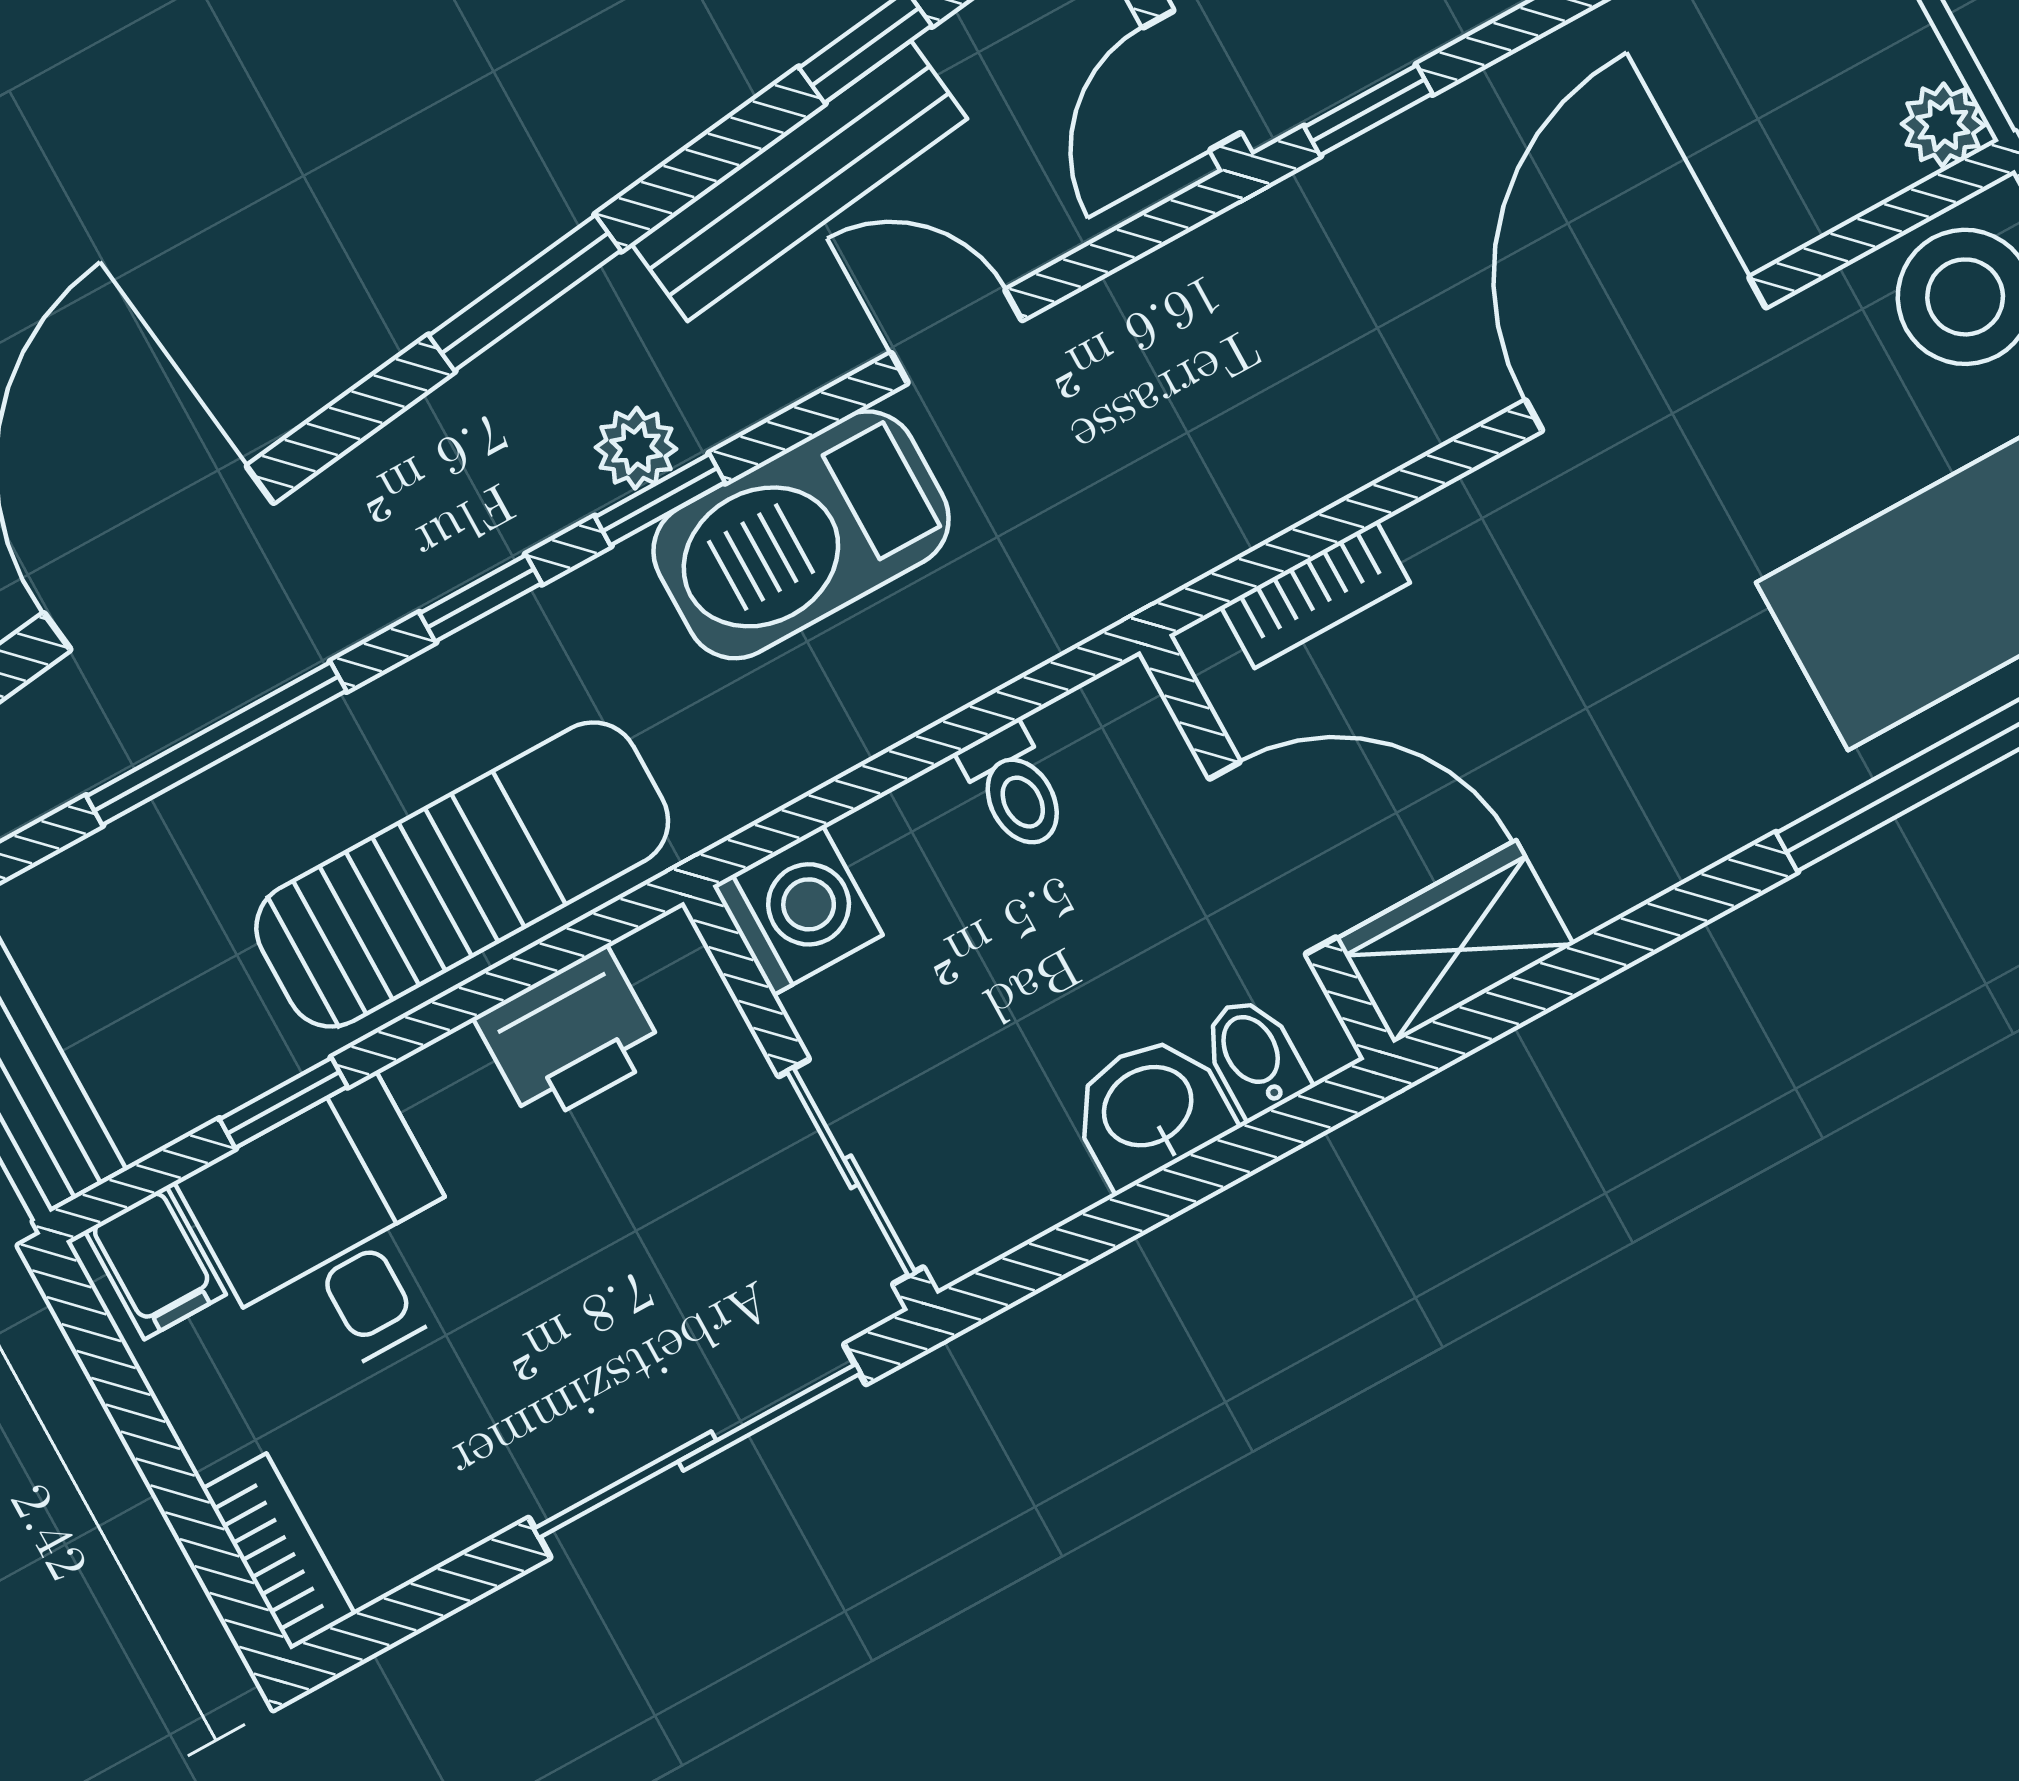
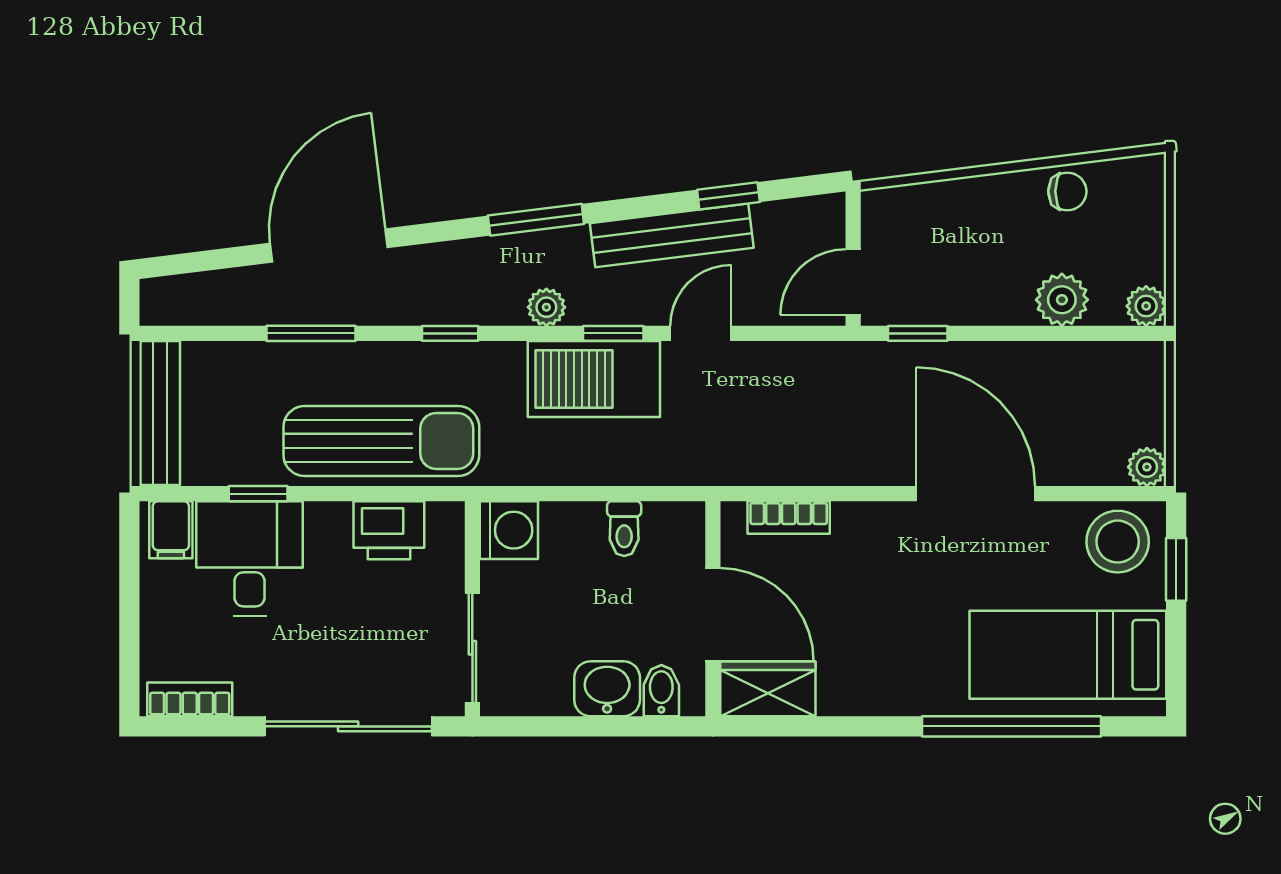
door: (957, 337) -> (701, 333), hinge flipped
door: (1646, 354) -> (976, 494), hinge flipped
window: (660, 500) -> (613, 333), moved
window: (216, 744) -> (311, 333), width x0.69
bookcase: (278, 1552) -> (190, 699), moved, turned -90

